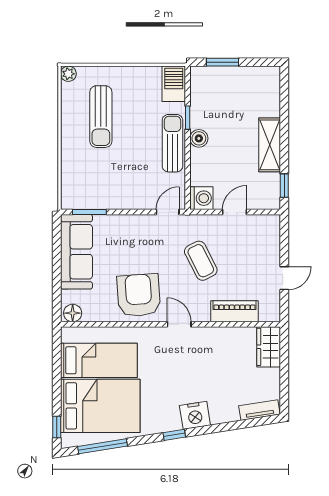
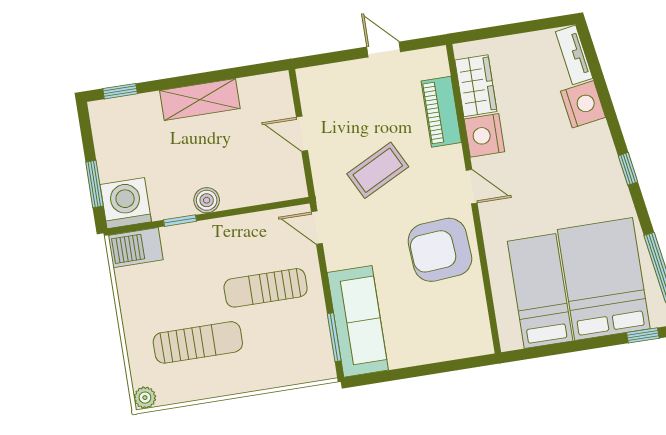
sun lounger: (172, 143) -> (266, 288), moved
window: (284, 186) -> (120, 91), moved
washing machine: (201, 198) -> (126, 203), moved, width x1.37, depth x1.37
sofa: (76, 252) -> (358, 321), moved, turned 90
floor lamp: (73, 313) -> (480, 338), removed
door: (179, 324) -> (472, 187), swing flipped
nightstand: (213, 339) -> (484, 135), added
wardrobe: (269, 347) -> (476, 86), moved, turned -90
nightstand: (195, 415) -> (583, 104), moved

